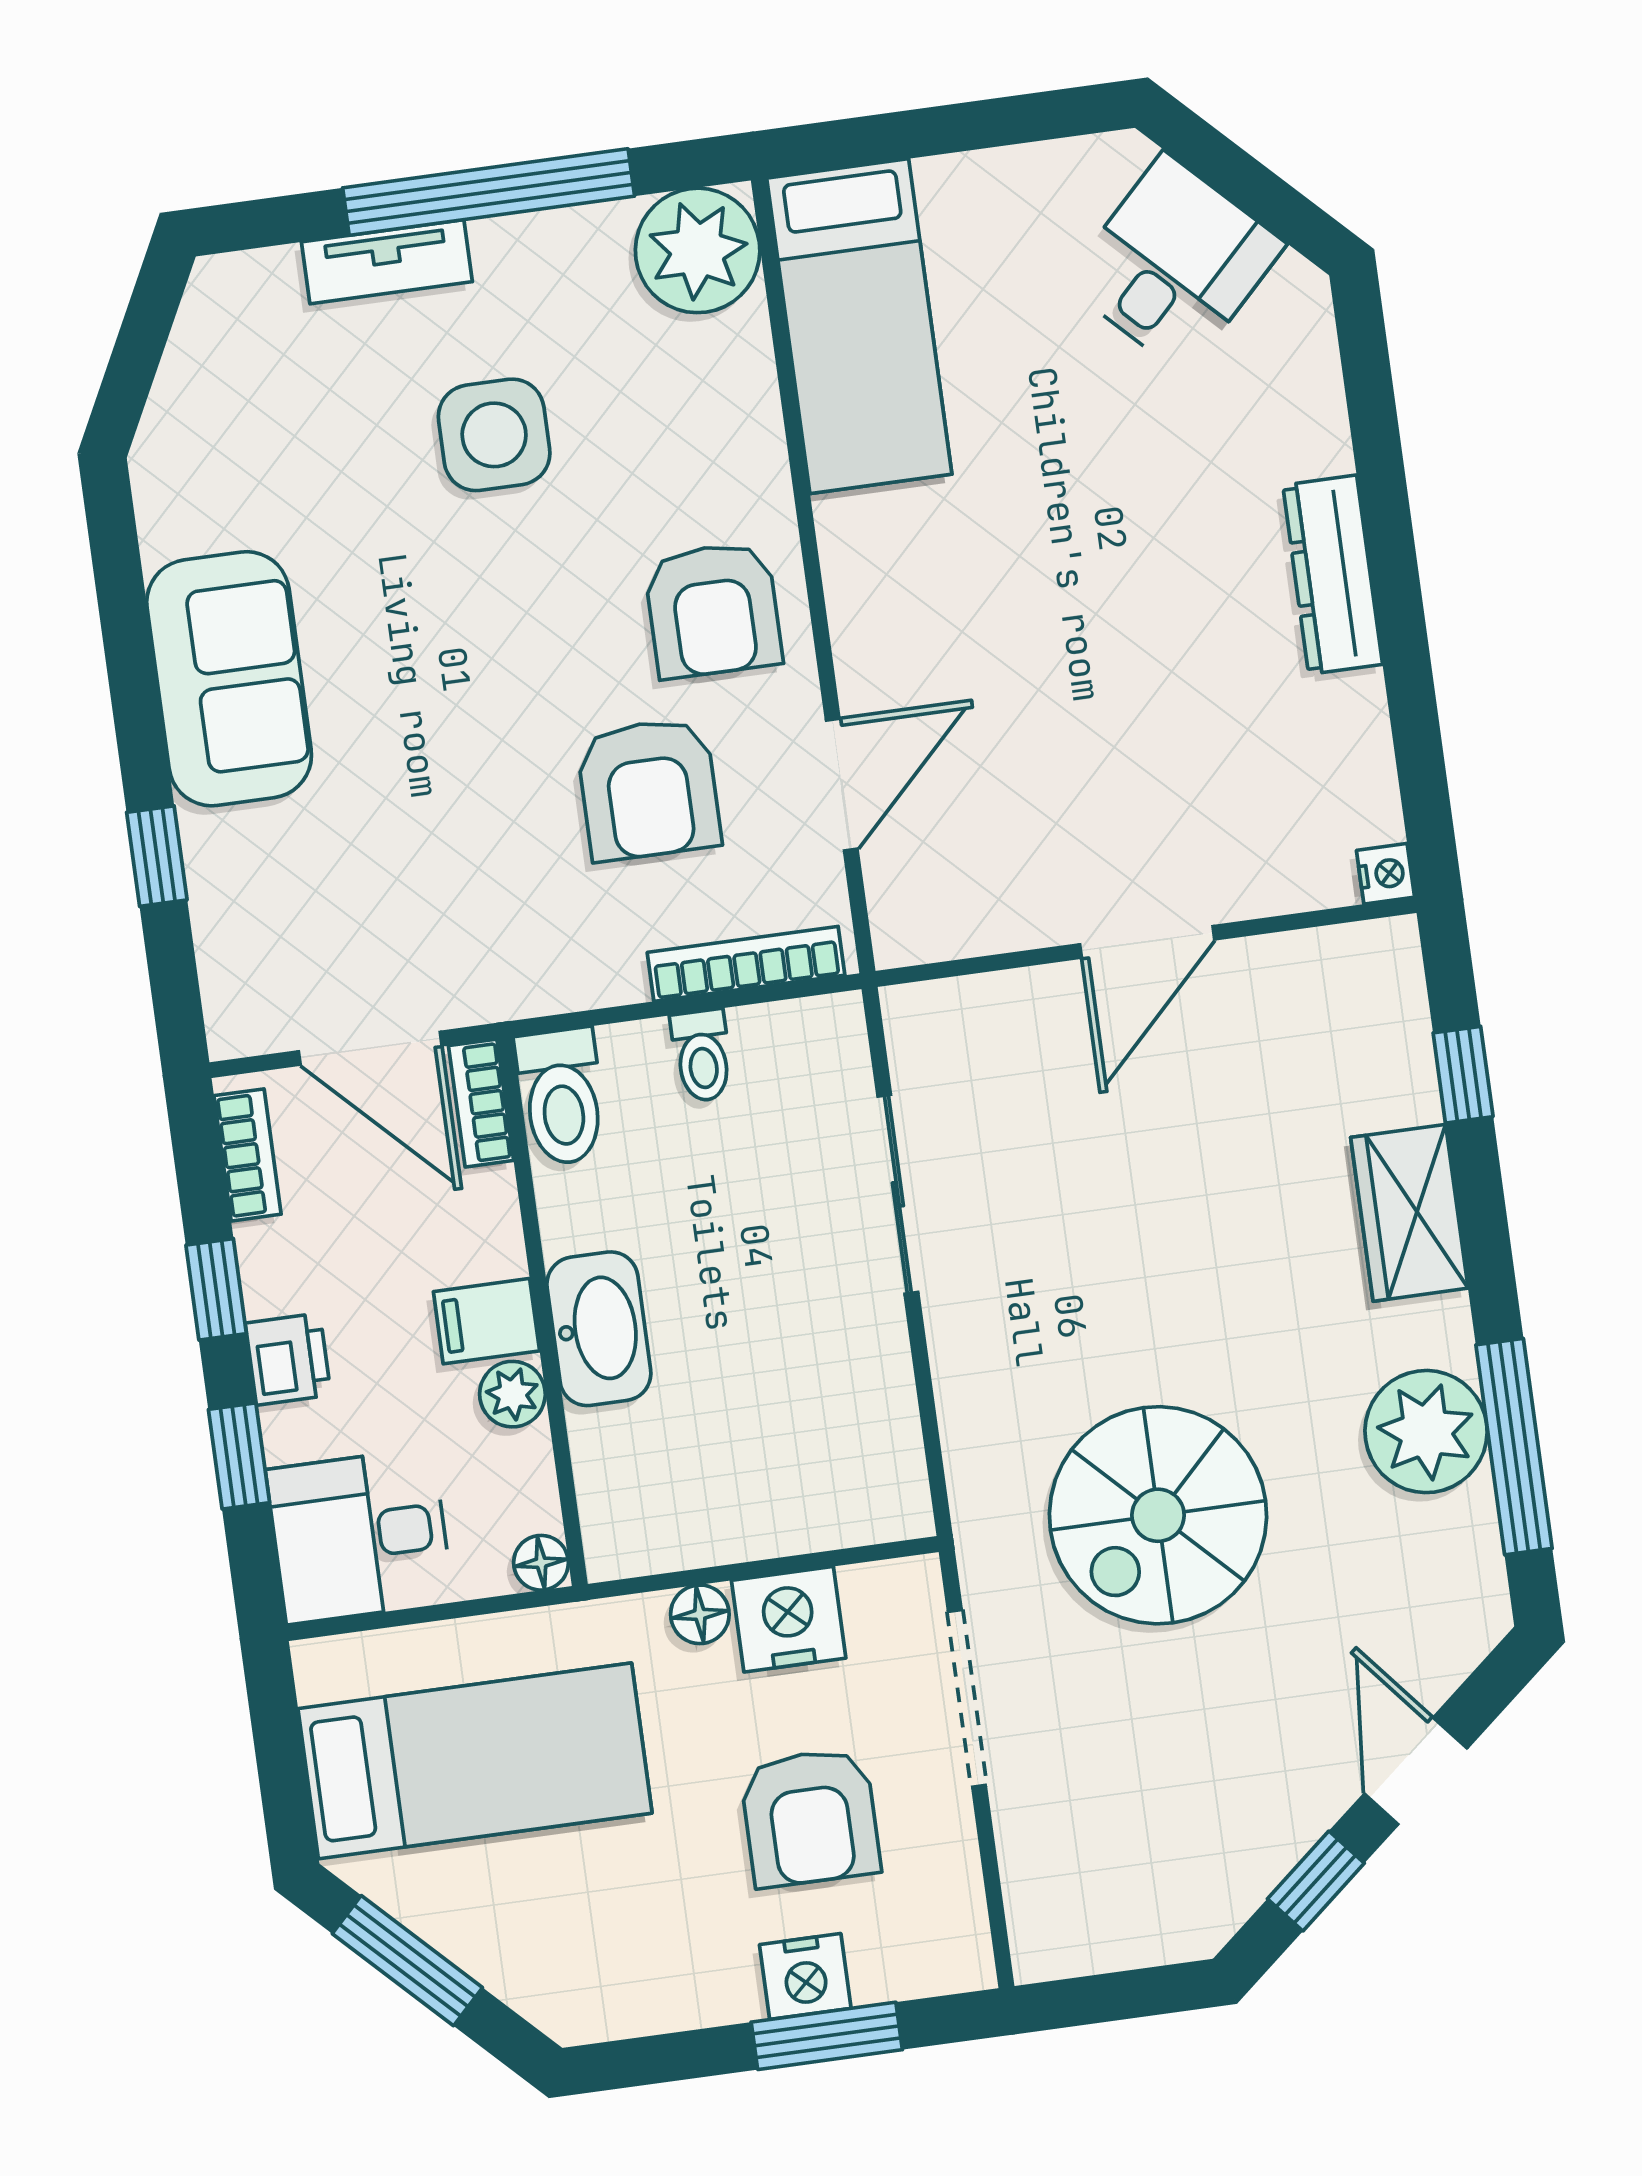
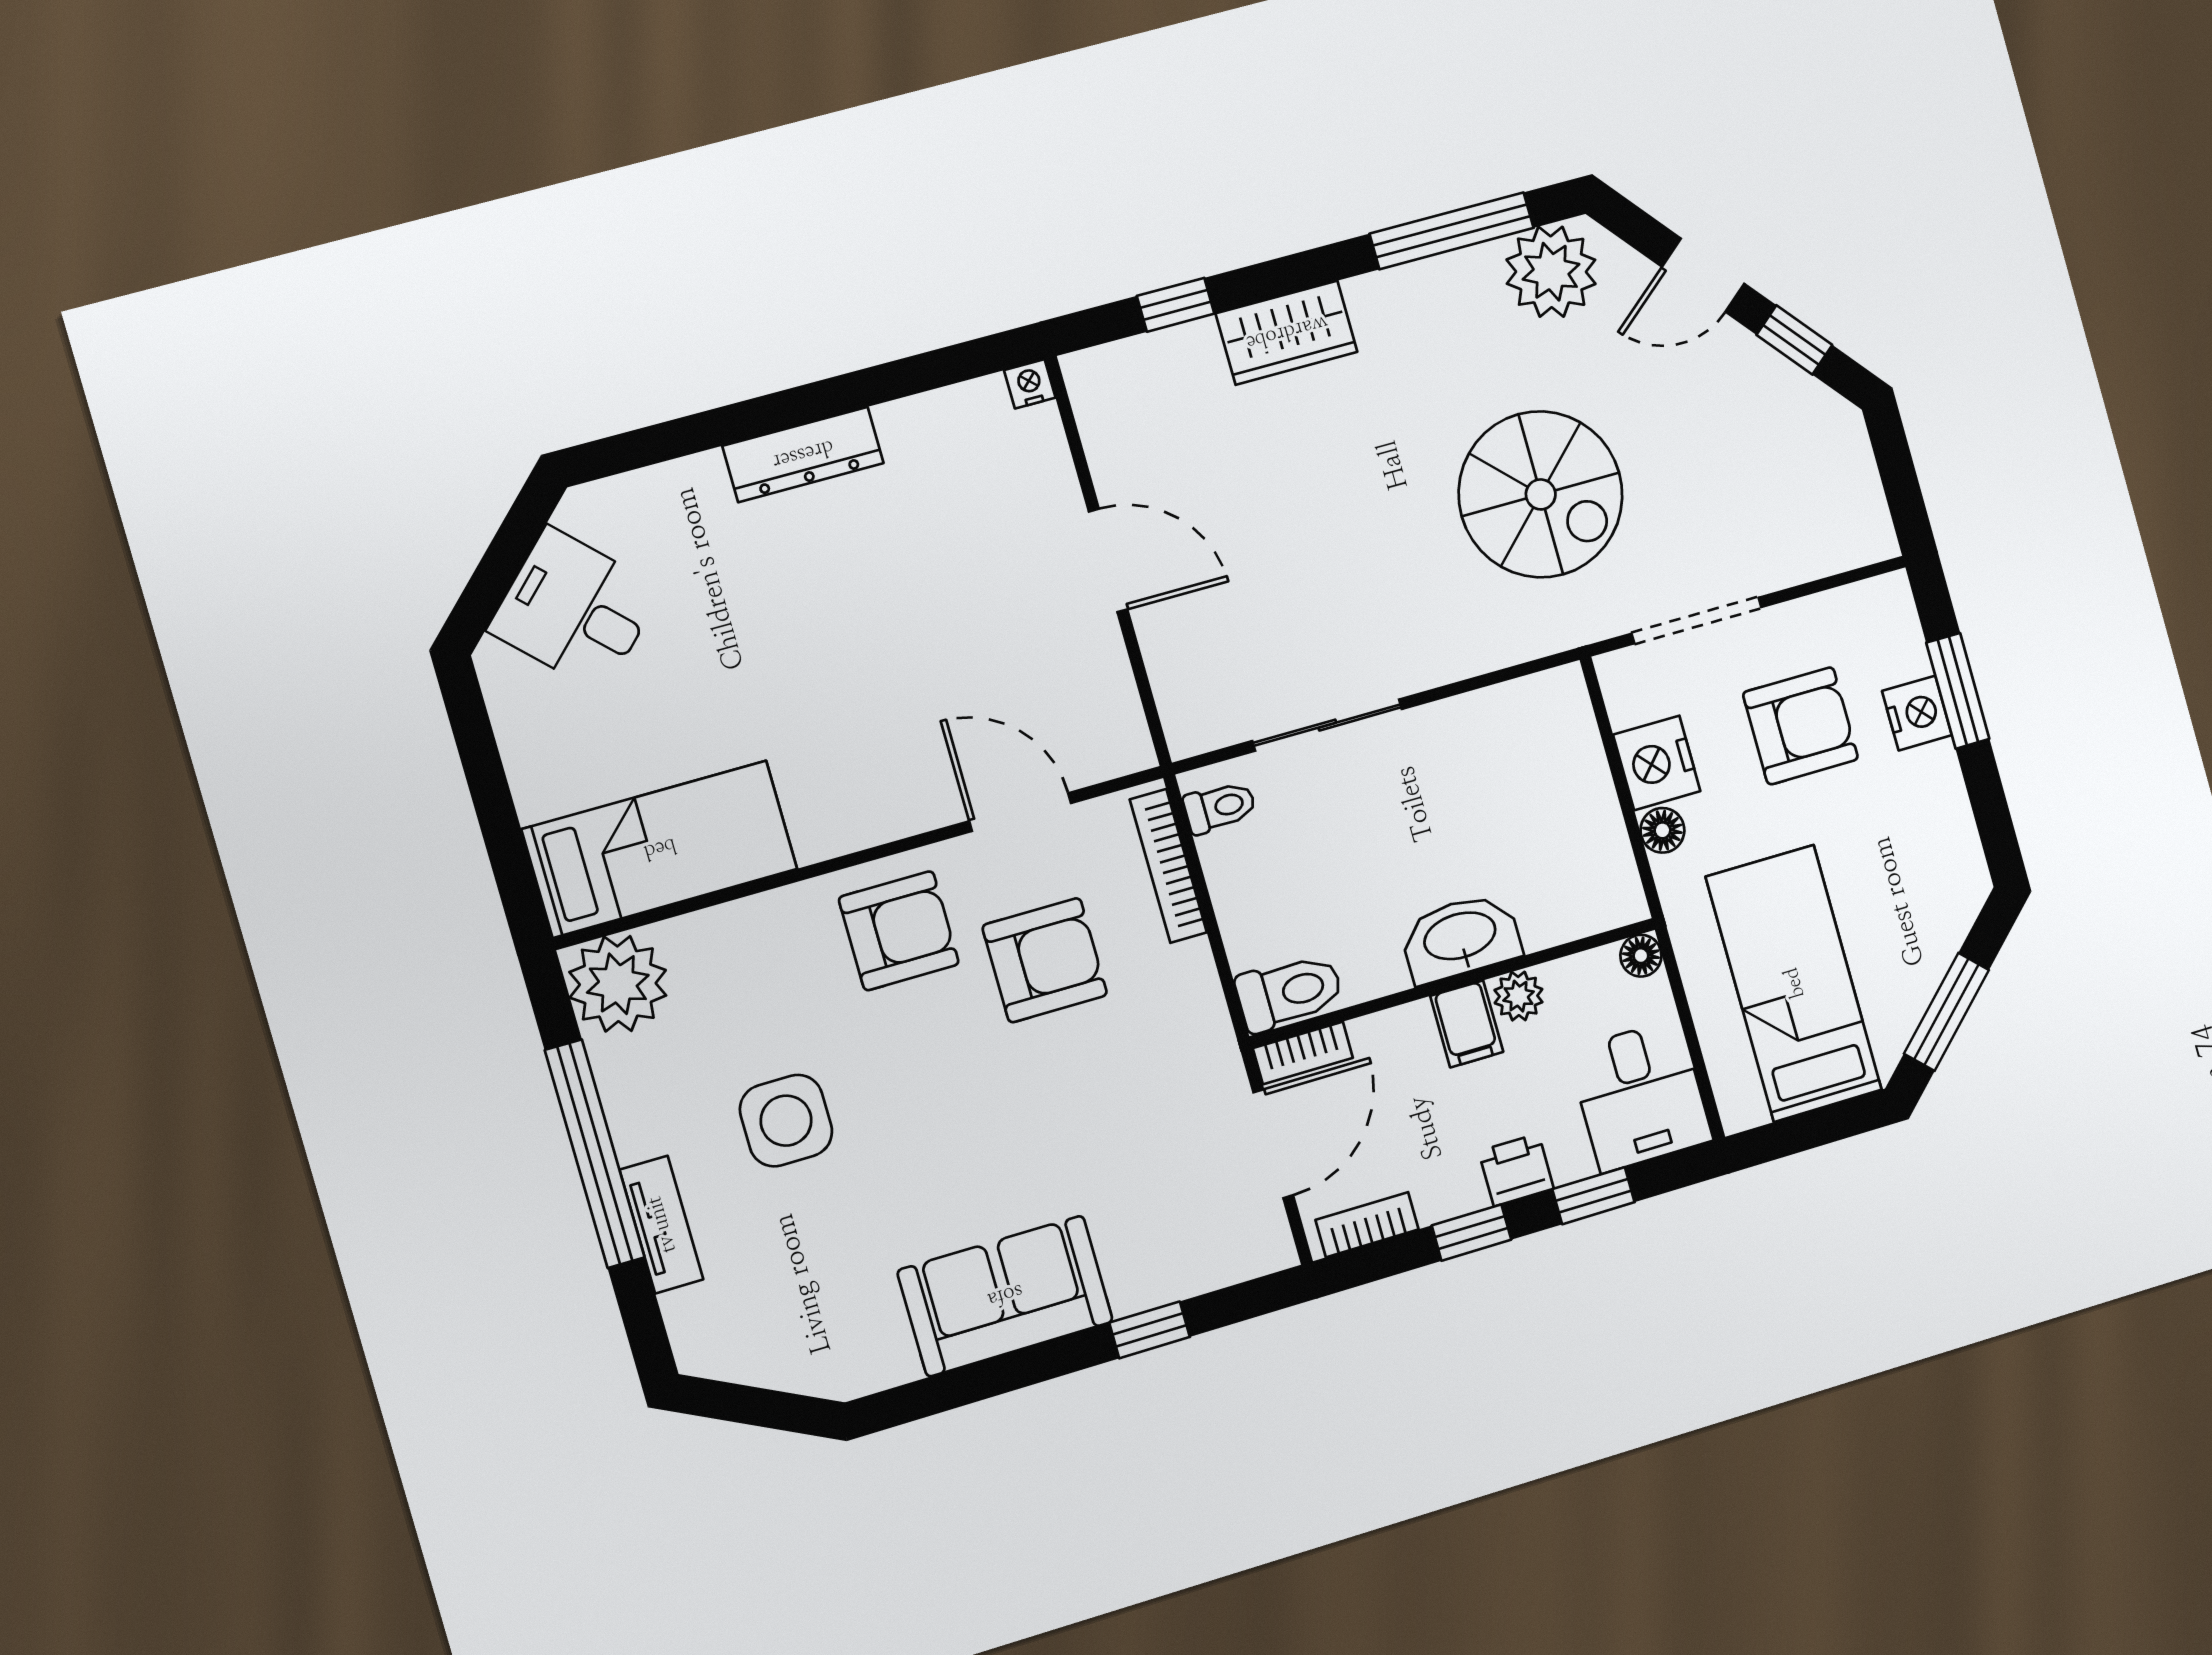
toilet: (702, 1056) -> (1220, 807), moved
plant: (1426, 1432) -> (1551, 272), moved

